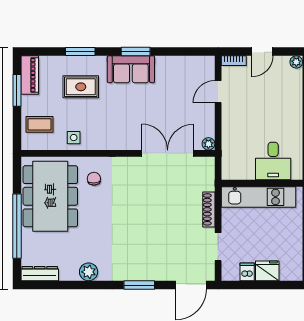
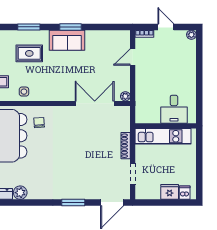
door: (262, 52) -> (166, 27), swing flipped
plant: (89, 272) -> (20, 193), moved
dishwasher: (247, 272) -> (185, 193), moved

